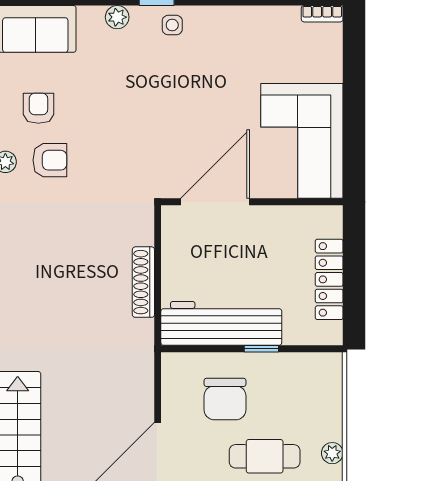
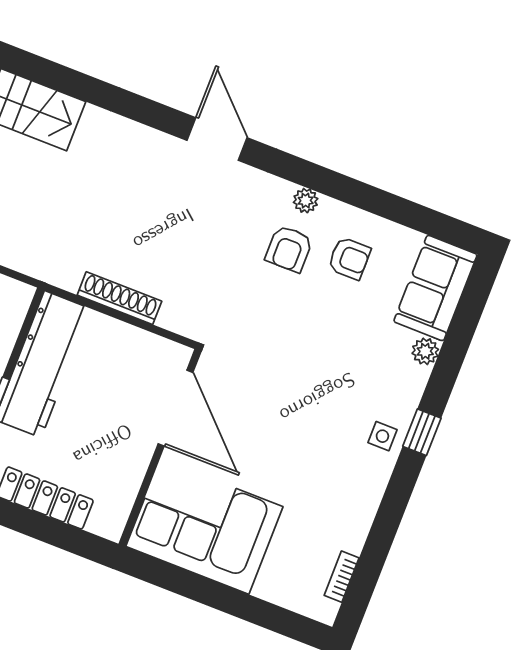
bookcase: (322, 14) -> (342, 577), moved
plant: (117, 17) -> (425, 351), moved

